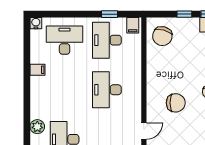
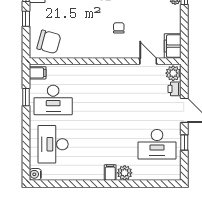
filing cabinet: (38, 70) -> (110, 172), moved
desk: (107, 90) -> (105, 100), removed
chair: (176, 103) -> (119, 28), width x0.54, depth x0.54
plant: (37, 127) -> (125, 173), moved

